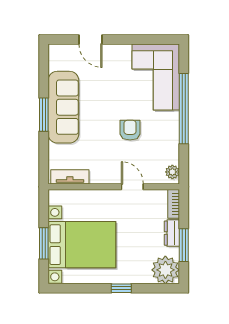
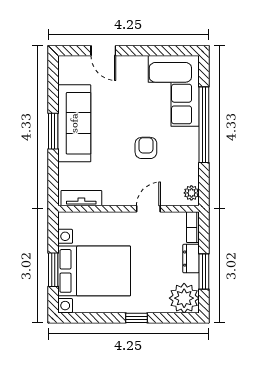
door: (132, 187) -> (148, 209), hinge flipped

